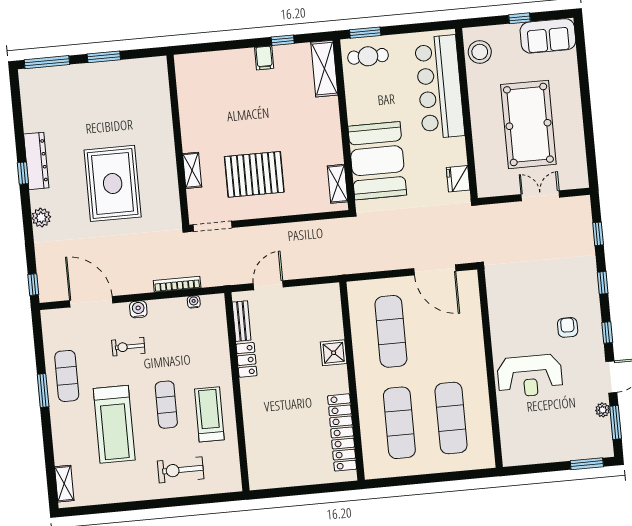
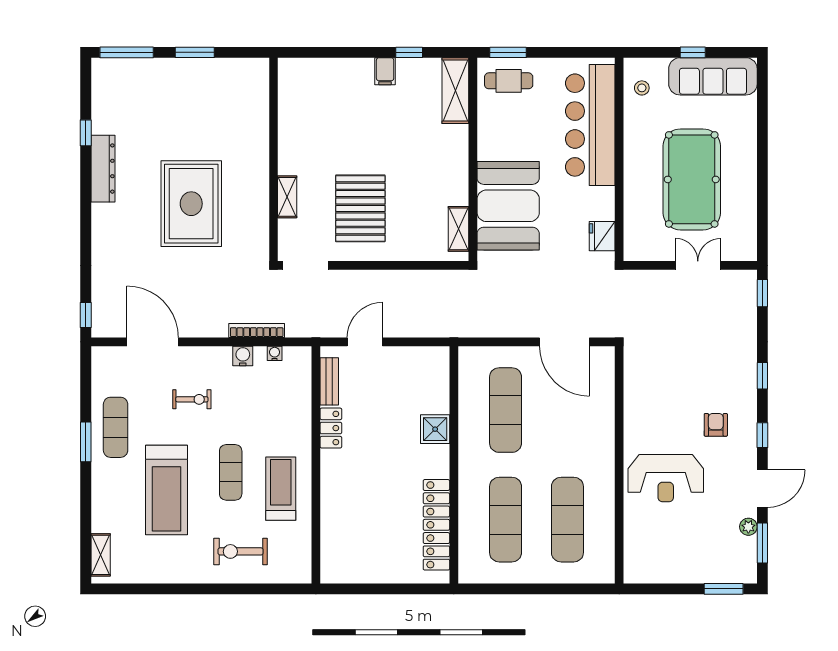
sofa: (548, 36) -> (713, 76), width x1.36
stool: (480, 52) -> (642, 88), width x0.53, depth x0.53
window: (23, 173) -> (86, 133), moved
pallet: (254, 174) -> (360, 208), turned 90
plant: (41, 218) -> (103, 236), removed
window: (598, 234) -> (762, 293), moved
water cooler: (138, 309) -> (243, 356), moved
exercise bike: (128, 347) -> (192, 399), turned 180

